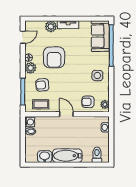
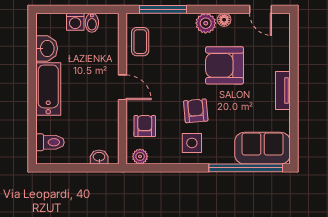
plant: (51, 26) -> (280, 60), removed
armchair: (42, 85) -> (196, 111), moved
door: (66, 114) -> (122, 87), hinge flipped
washing machine: (30, 122) -> (75, 22), moved

